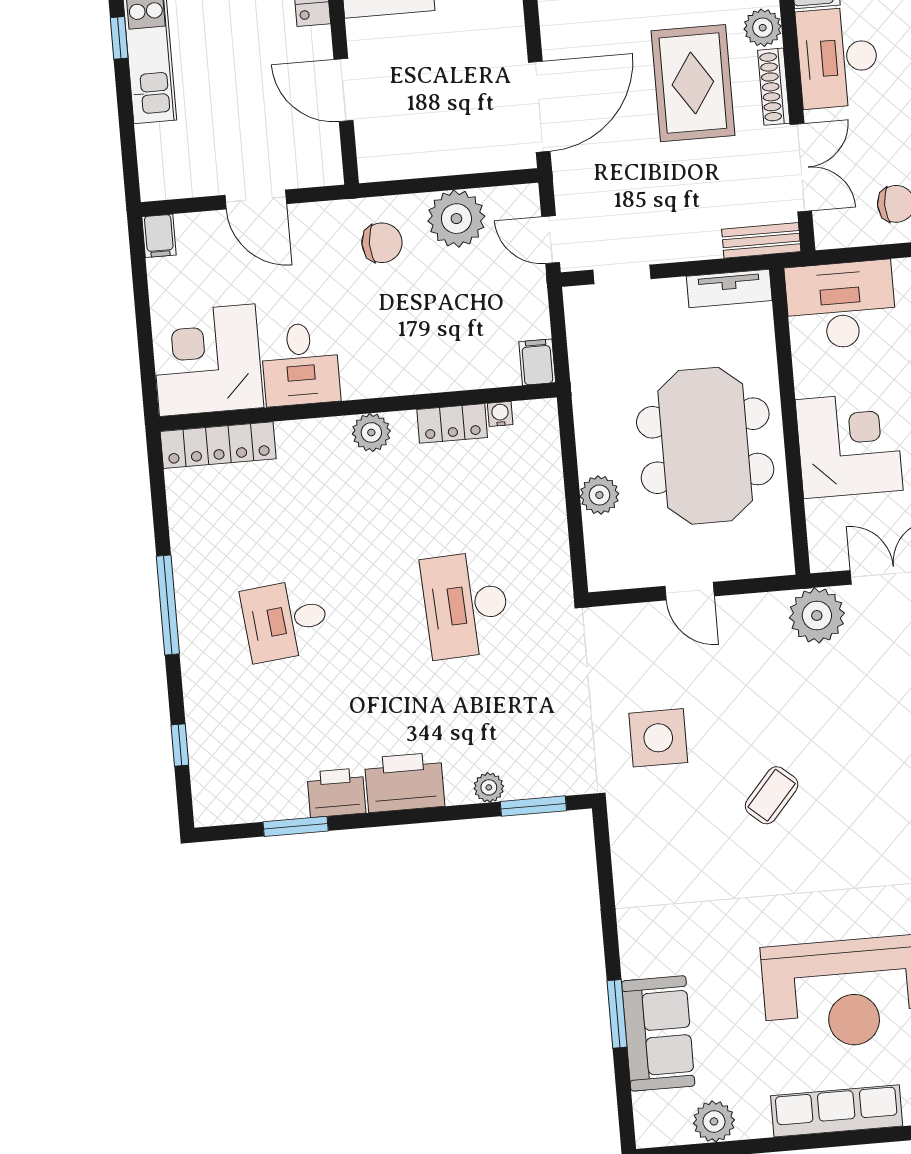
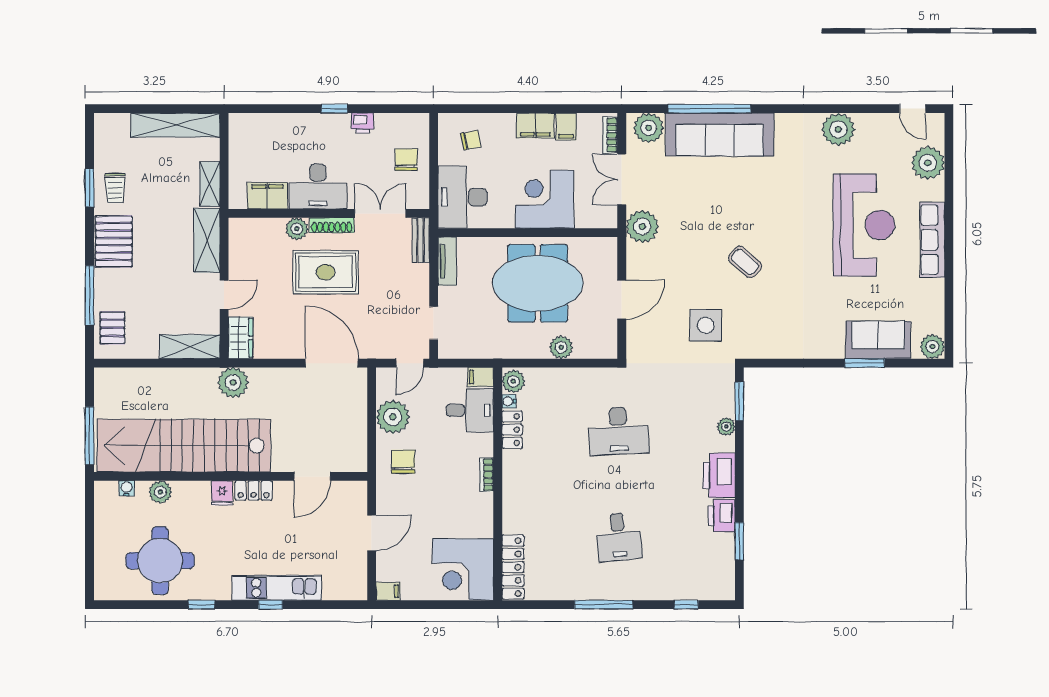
desk: (300, 364) -> (470, 410), moved
bookcase: (372, 387) -> (487, 475), added
plant: (371, 432) -> (513, 381), moved
door: (690, 591) -> (622, 300), width x1.38
plant: (714, 1121) -> (932, 347), moved

